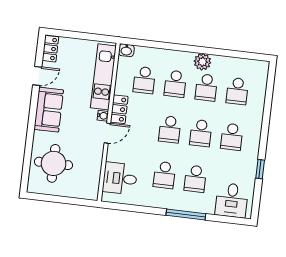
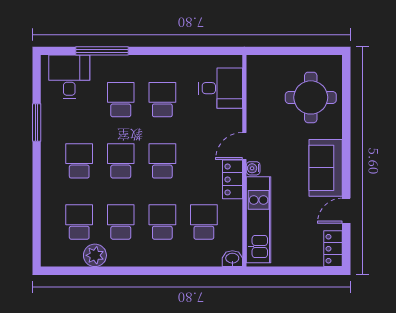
plant: (202, 62) -> (95, 255), moved
window: (260, 169) -> (37, 122), width x1.50
window: (186, 214) -> (102, 51), moved

